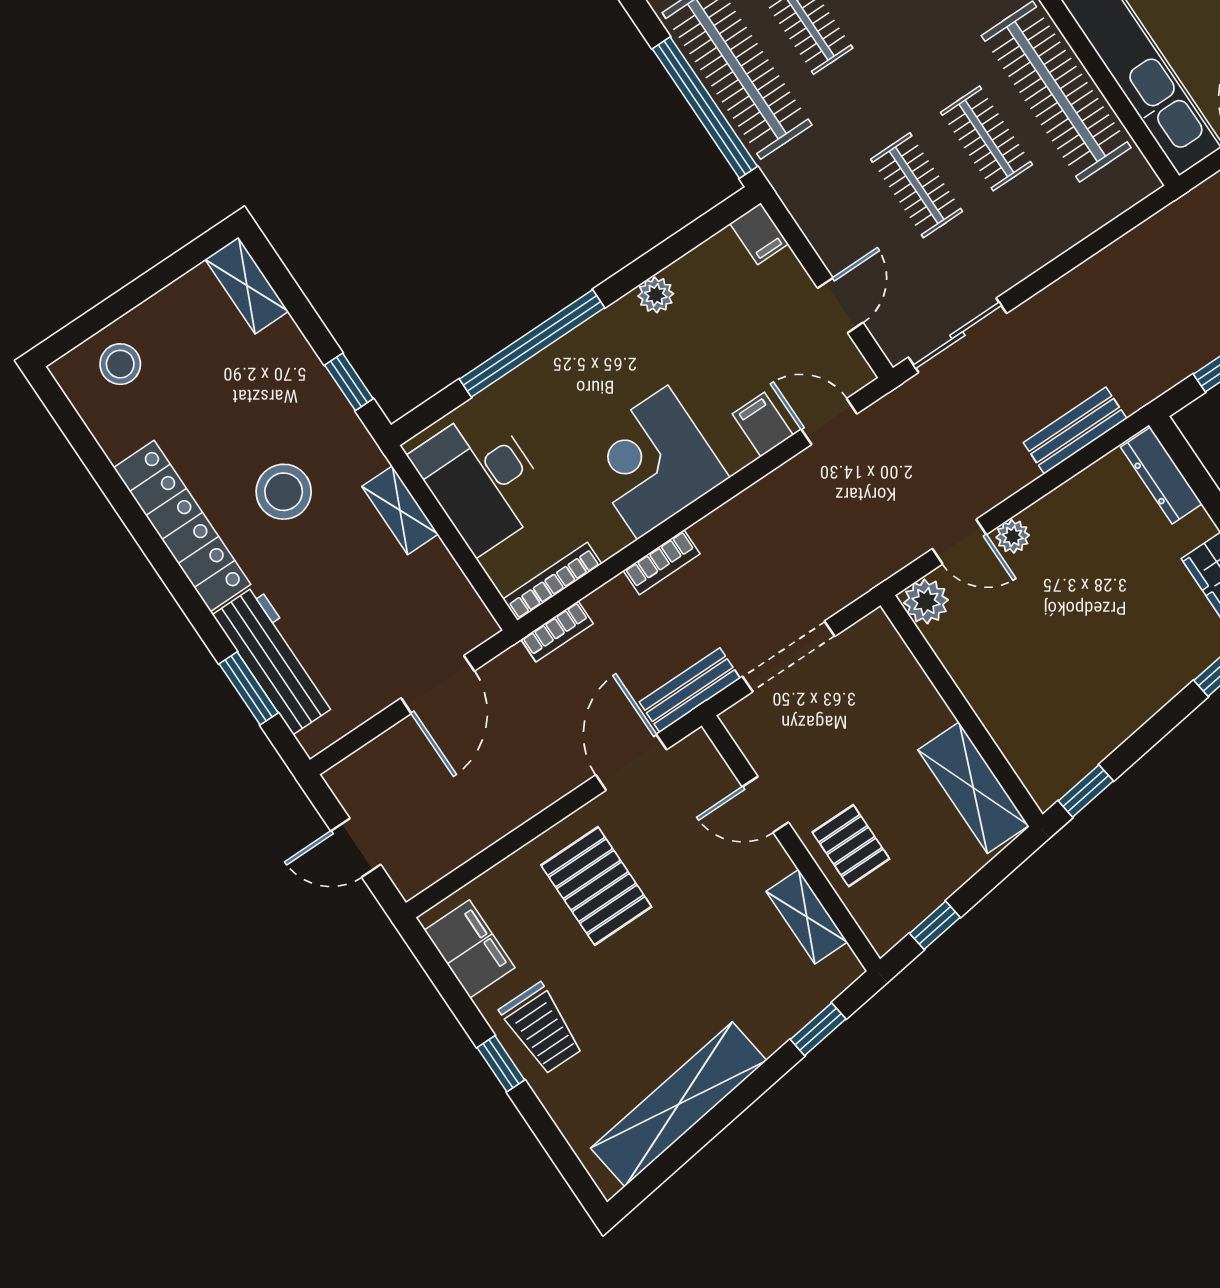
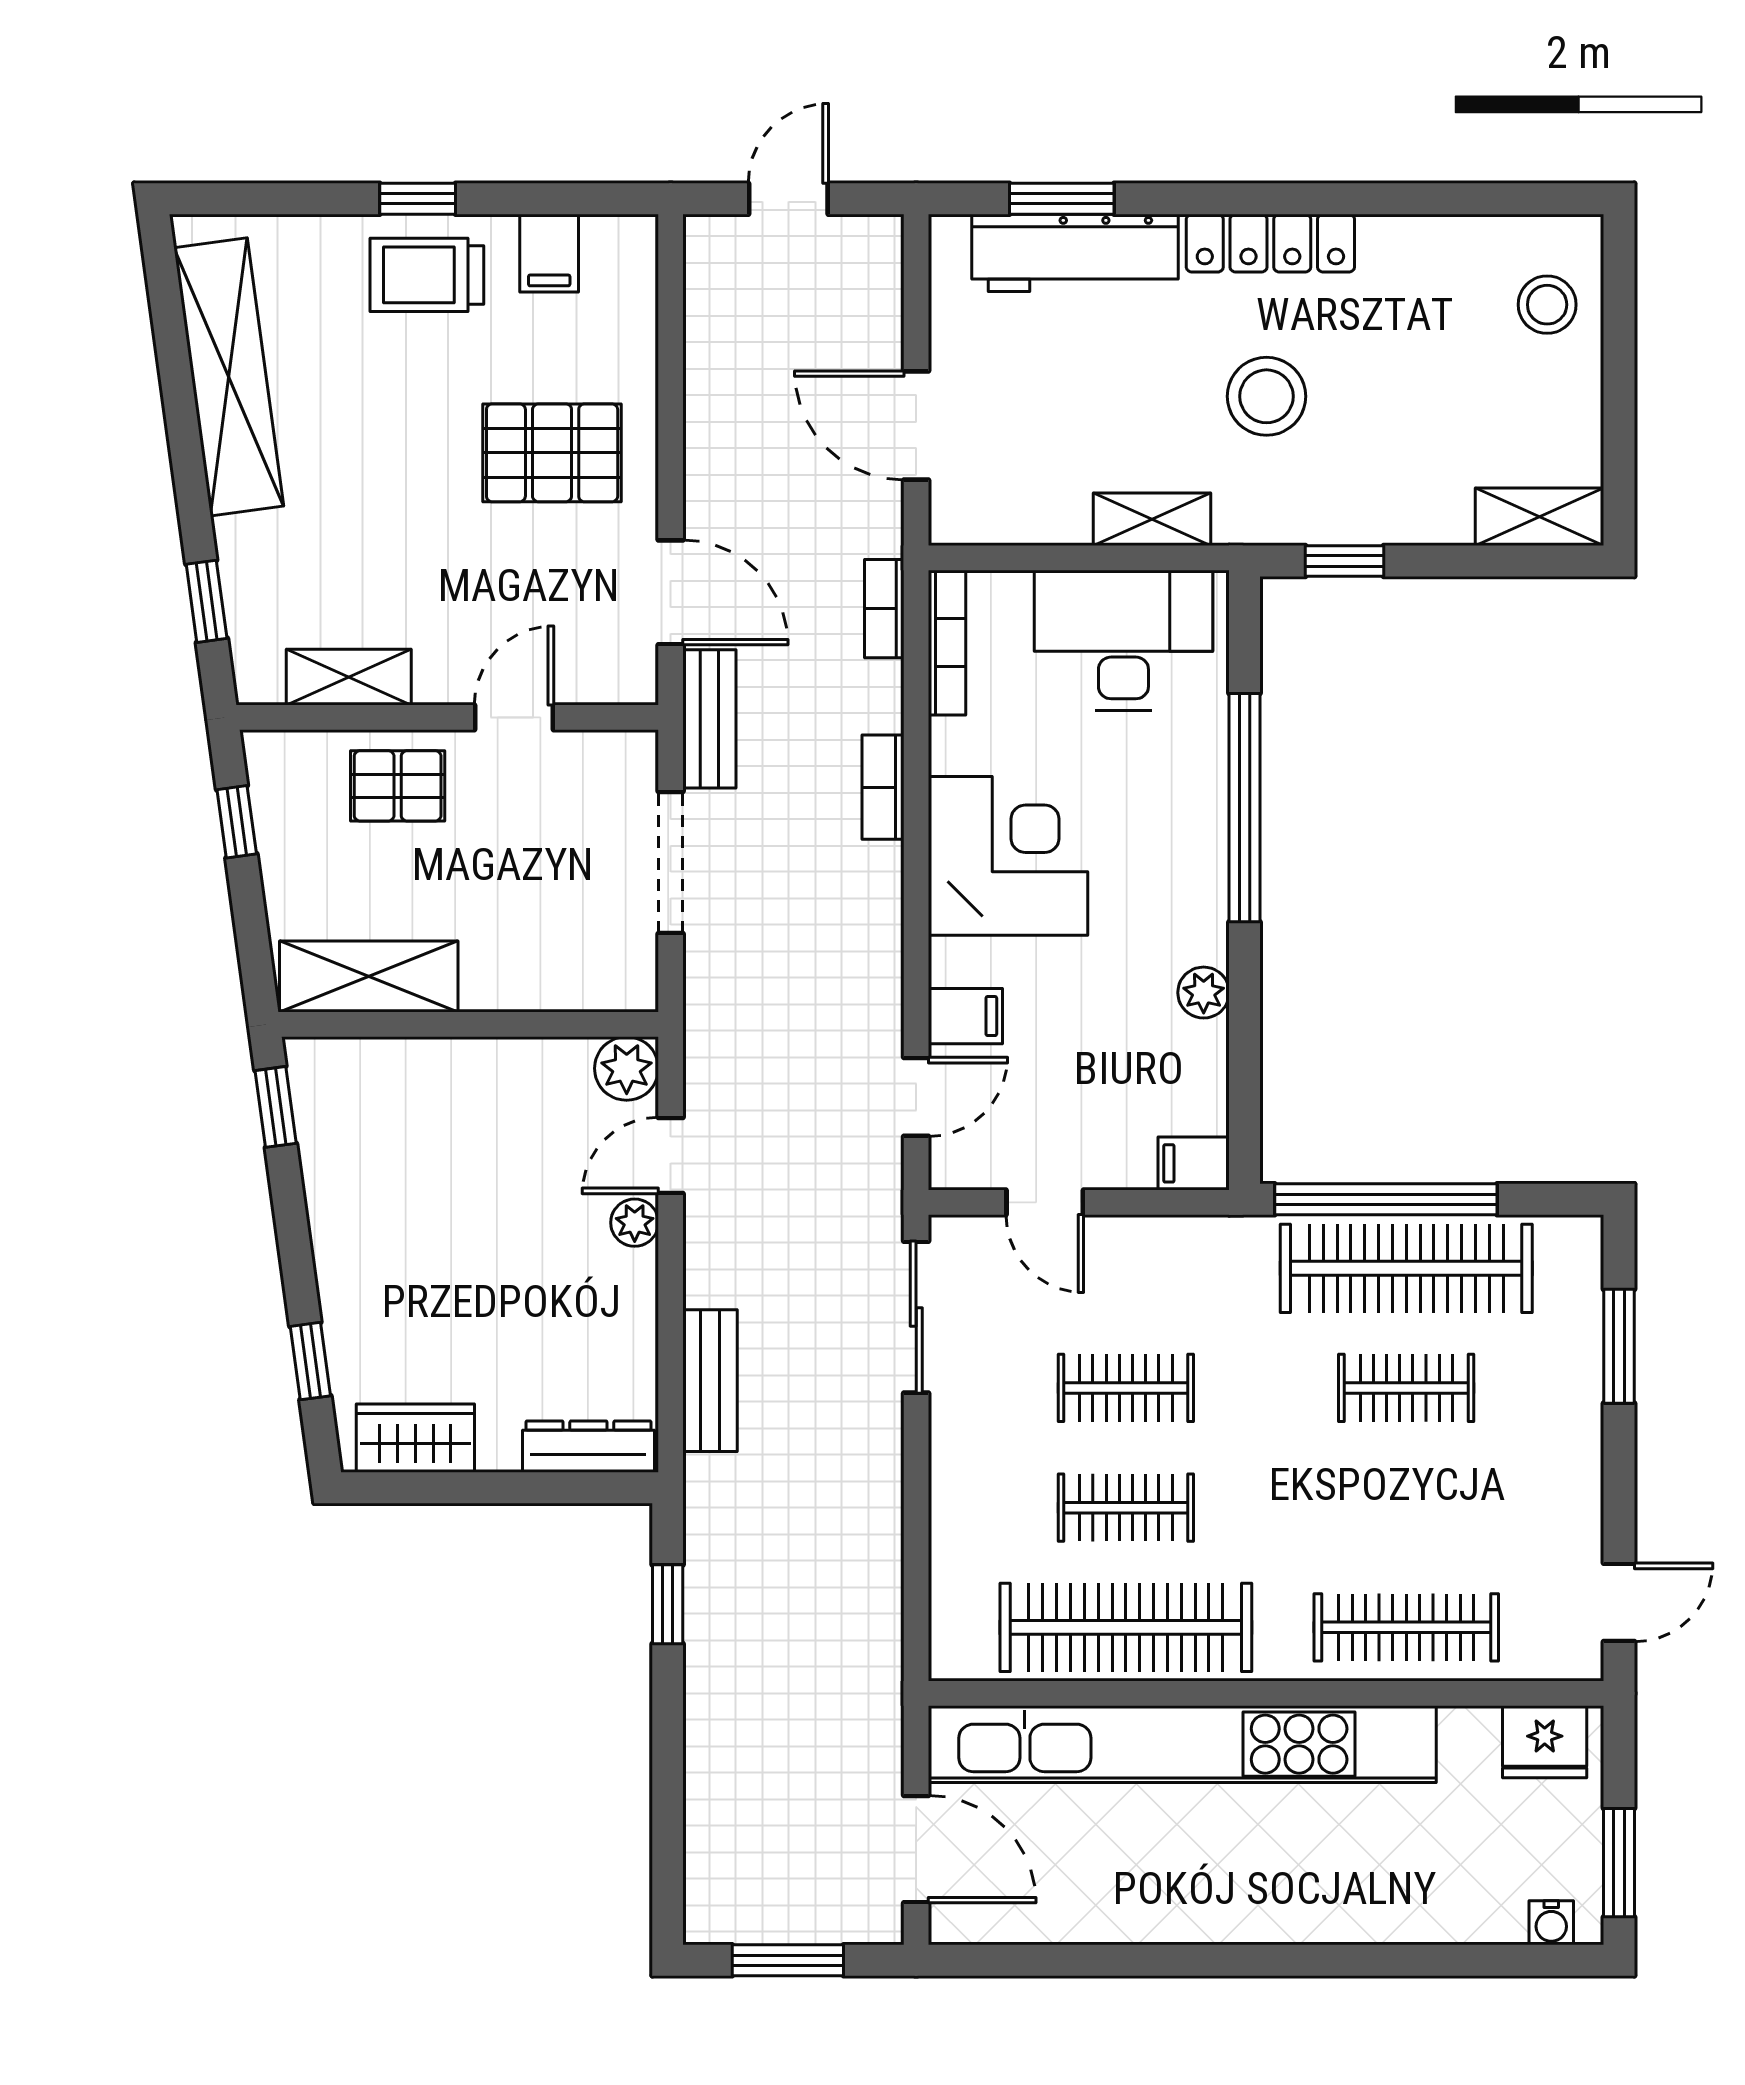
locker: (182, 526) -> (1270, 243), width x0.71, depth x0.83
filing cabinet: (470, 949) -> (549, 253), width x0.50

